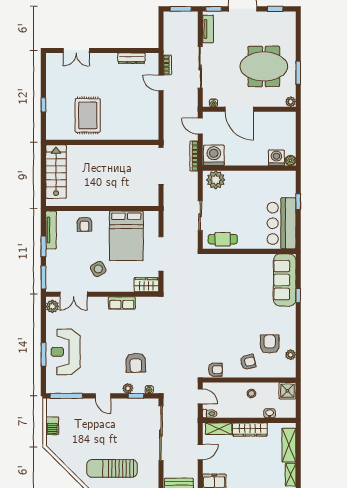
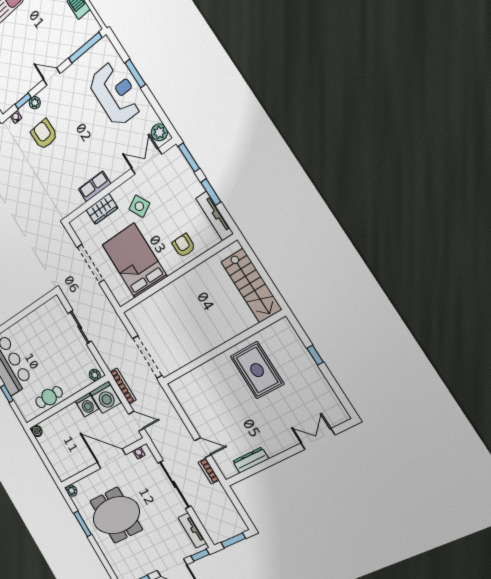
washing machine: (276, 158) -> (87, 405), moved
plant: (216, 180) -> (95, 375), width x0.53, depth x0.53
cafe table: (223, 239) -> (49, 397), moved
wardrobe: (146, 285) -> (102, 209), moved

